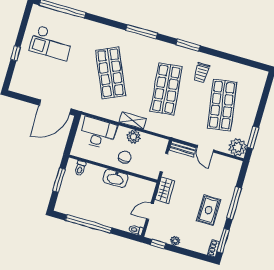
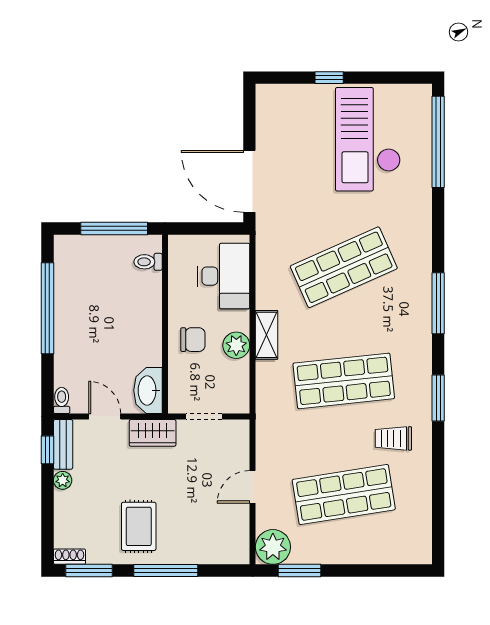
checkout: (51, 43) -> (368, 139), width x1.36, depth x1.21
bench: (183, 149) -> (63, 444), moved
washbasin: (115, 178) -> (148, 390), moved
window: (59, 180) -> (114, 228), width x1.44
rug: (209, 210) -> (139, 526), turned 90

